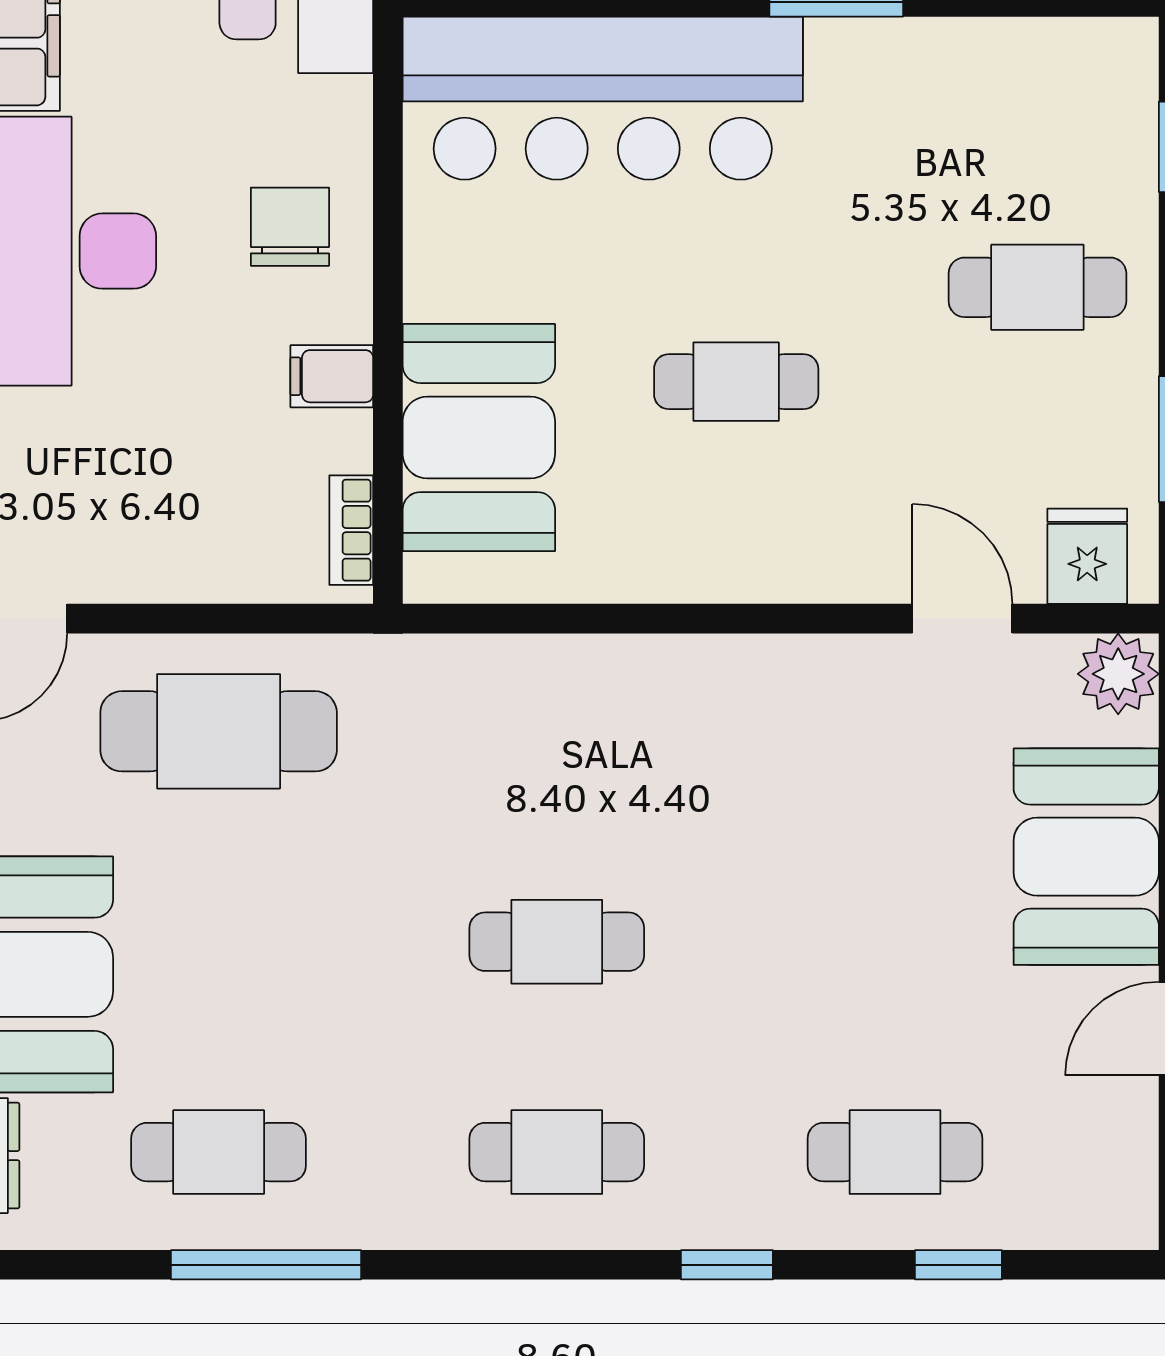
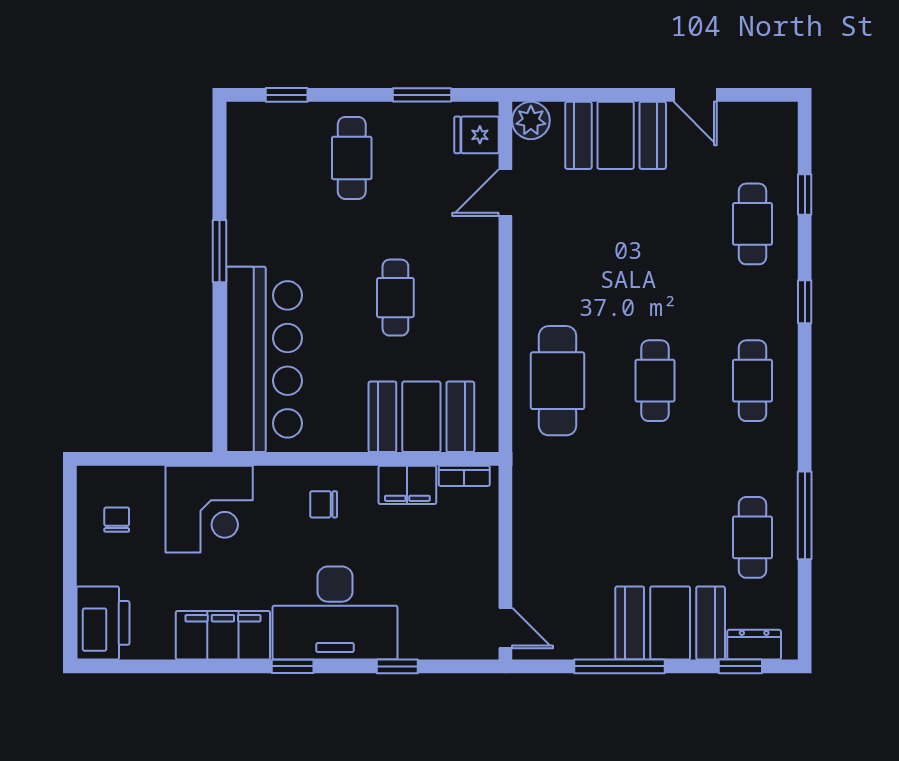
chair: (290, 227) -> (324, 504), width x0.73, depth x0.73
filing cabinet: (332, 376) -> (407, 485), width x2.00
cafe table: (219, 731) -> (558, 381), moved

